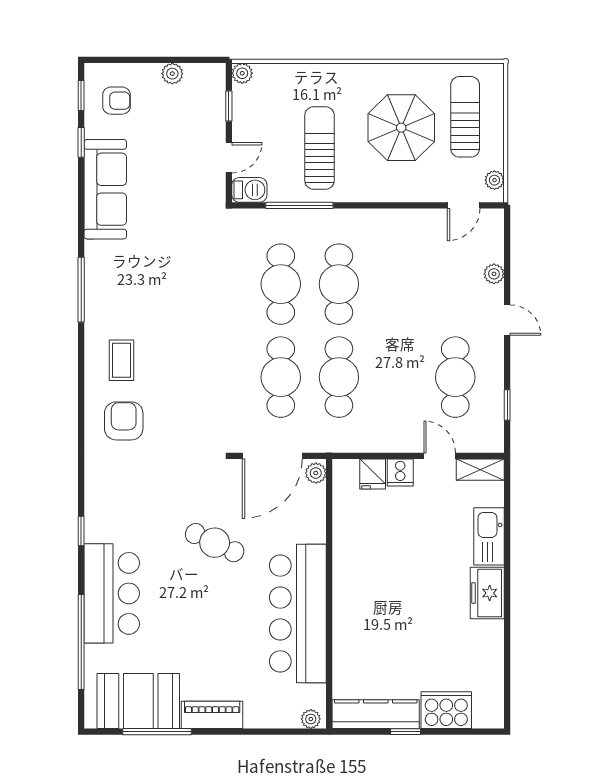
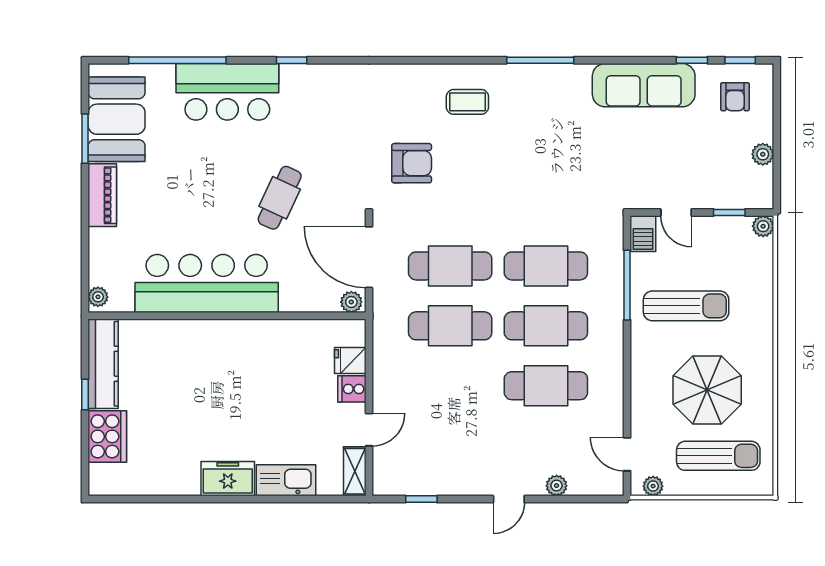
cafe table: (455, 377) -> (546, 386), moved
armchair: (124, 421) -> (412, 163), moved
window: (157, 732) -> (85, 139), width x0.69

